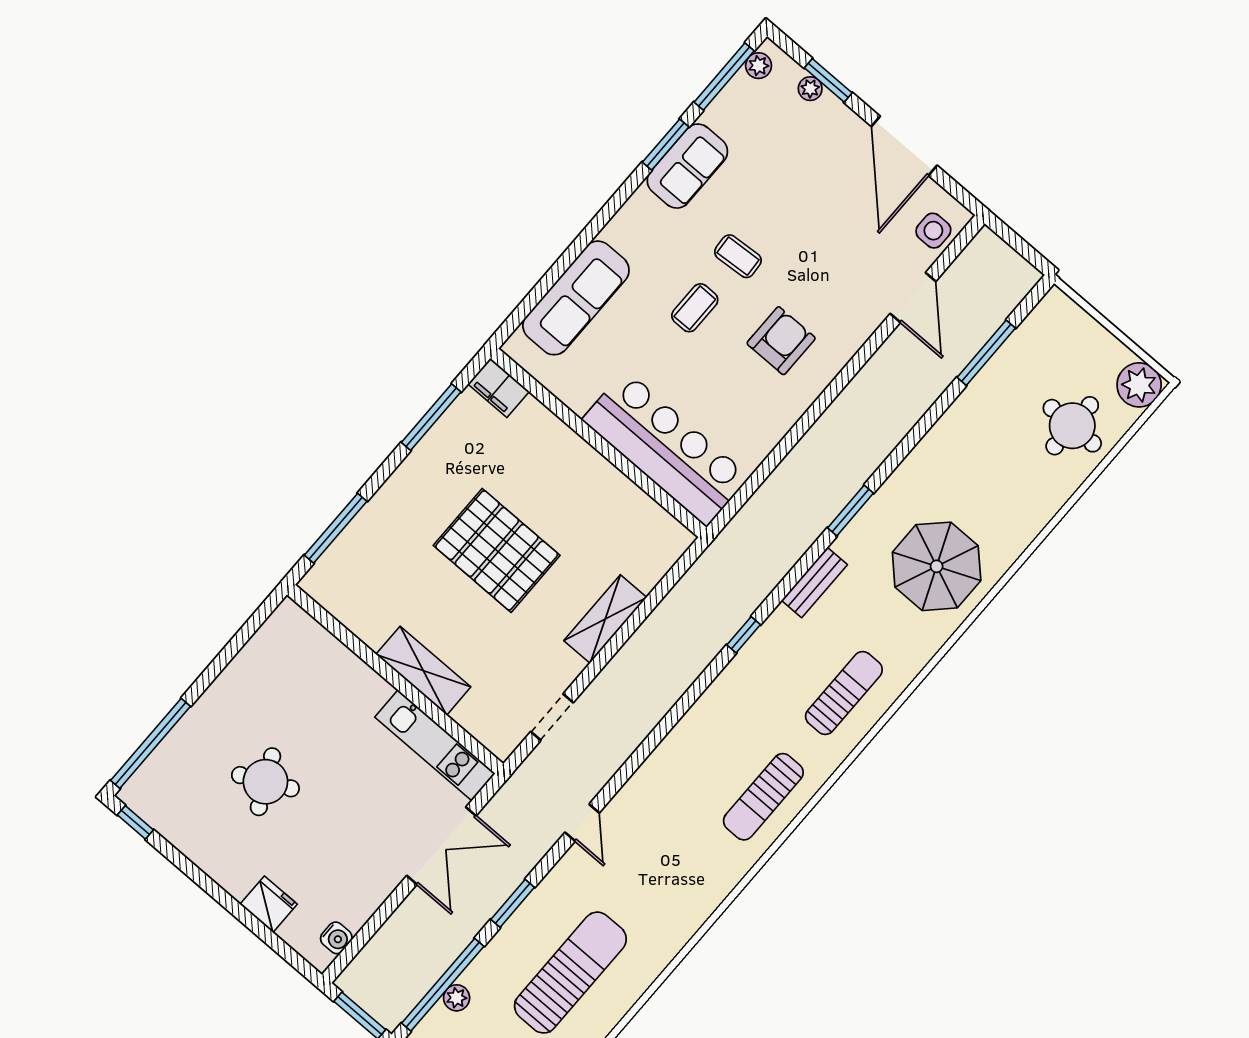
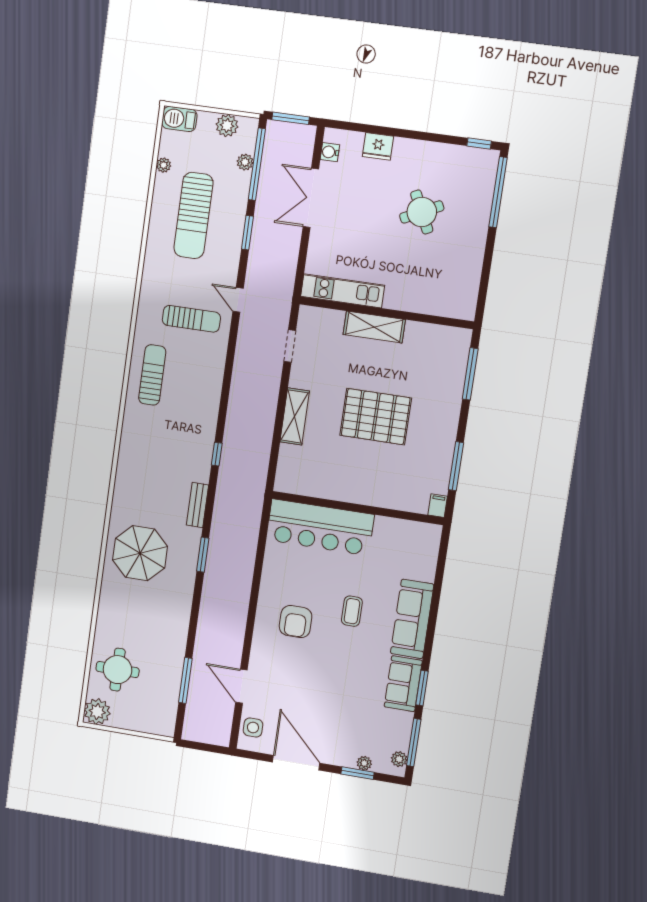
coffee table: (738, 256) -> (346, 652), removed
sofa: (576, 298) -> (412, 619), moved
filing cabinet: (499, 388) -> (438, 506), width x0.50
sun lounger: (844, 693) -> (191, 319), moved, turned -90
double door: (441, 846) -> (311, 198), moved

